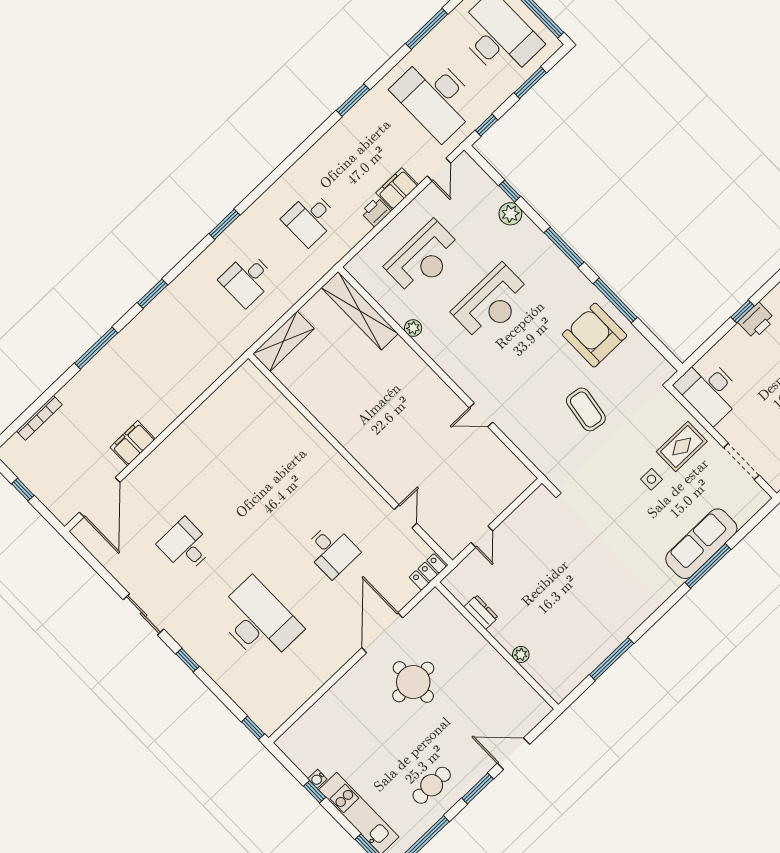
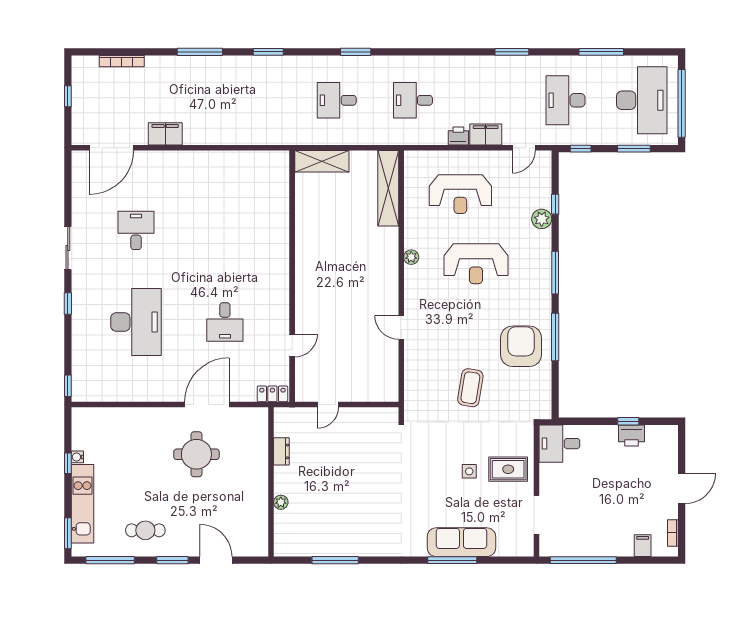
desk: (436, 97) -> (565, 100), width x0.73, depth x0.77
plant: (413, 328) -> (411, 257), moved
desk: (709, 390) -> (559, 444), width x0.73

